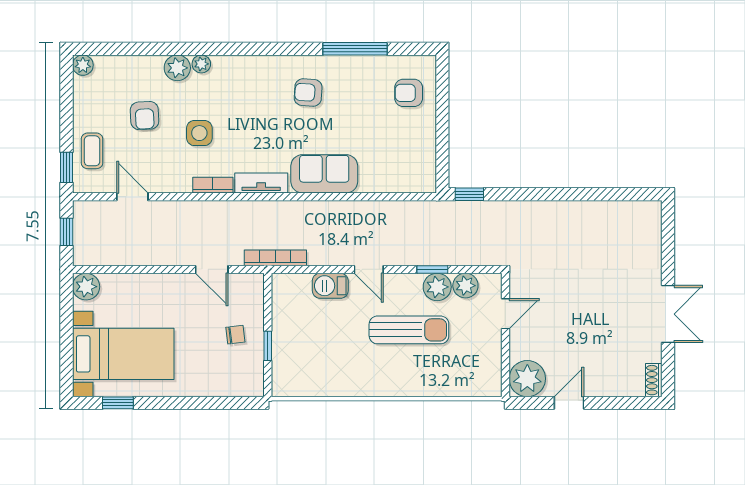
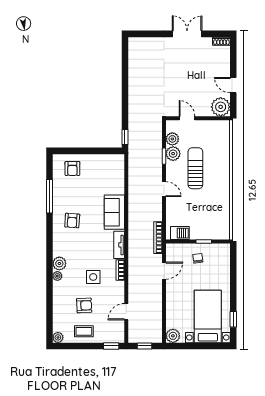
plant: (177, 68) -> (59, 263), moved
coffee table: (92, 151) -> (84, 331), moved
door: (369, 269) -> (164, 189), hinge flipped
barbecue: (330, 286) -> (180, 233), moved, turned -90

